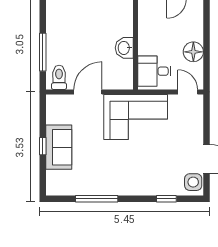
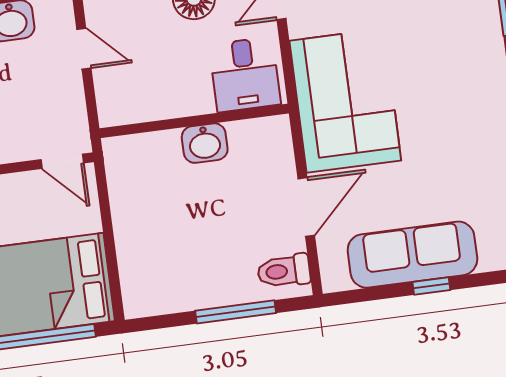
door: (88, 92) -> (306, 207), swing flipped
sofa: (59, 147) -> (412, 255), width x1.36

